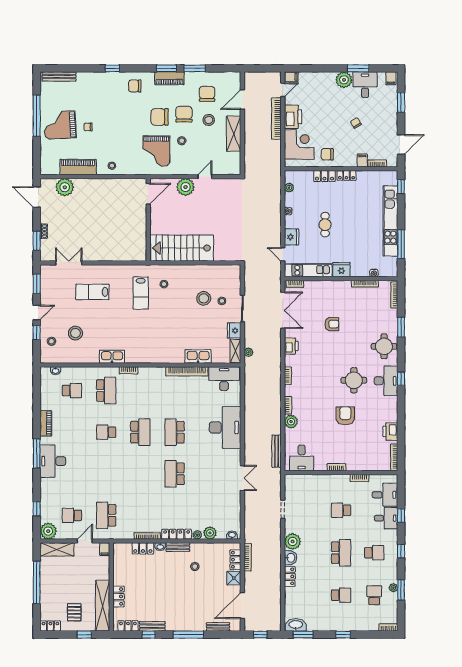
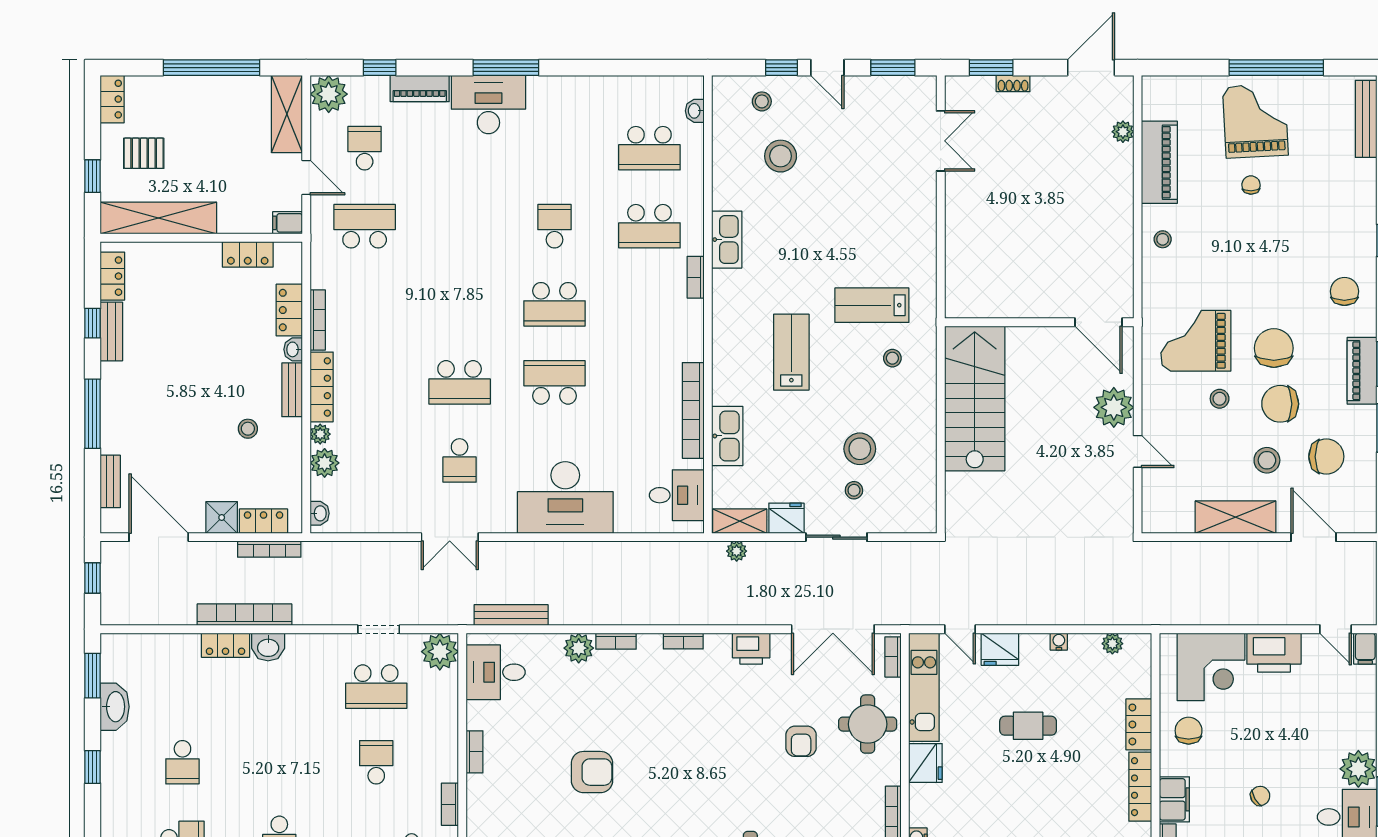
chair: (184, 114) -> (1280, 404), turned 180
bookcase: (276, 119) -> (245, 615), moved
filing cabinet: (362, 160) -> (1174, 799), width x2.00
locker: (347, 175) -> (1140, 787), width x1.53
plant: (65, 187) -> (1123, 132), width x0.53, depth x0.53
door: (283, 254) -> (960, 629), swing flipped
lab bench: (92, 292) -> (791, 352), moved
desk: (224, 379) -> (677, 495), width x0.73
round table: (354, 380) -> (868, 724), moved
school desk: (72, 391) -> (649, 148), width x1.85
piano: (46, 423) -> (420, 89), moved
school desk: (175, 474) -> (460, 382), turned 180
school desk: (209, 474) -> (460, 460), added
plant: (293, 541) -> (440, 652), moved
school desk: (341, 553) -> (376, 687), moved
locker: (118, 596) -> (248, 254), moved
washbasin: (296, 625) -> (115, 707), moved

